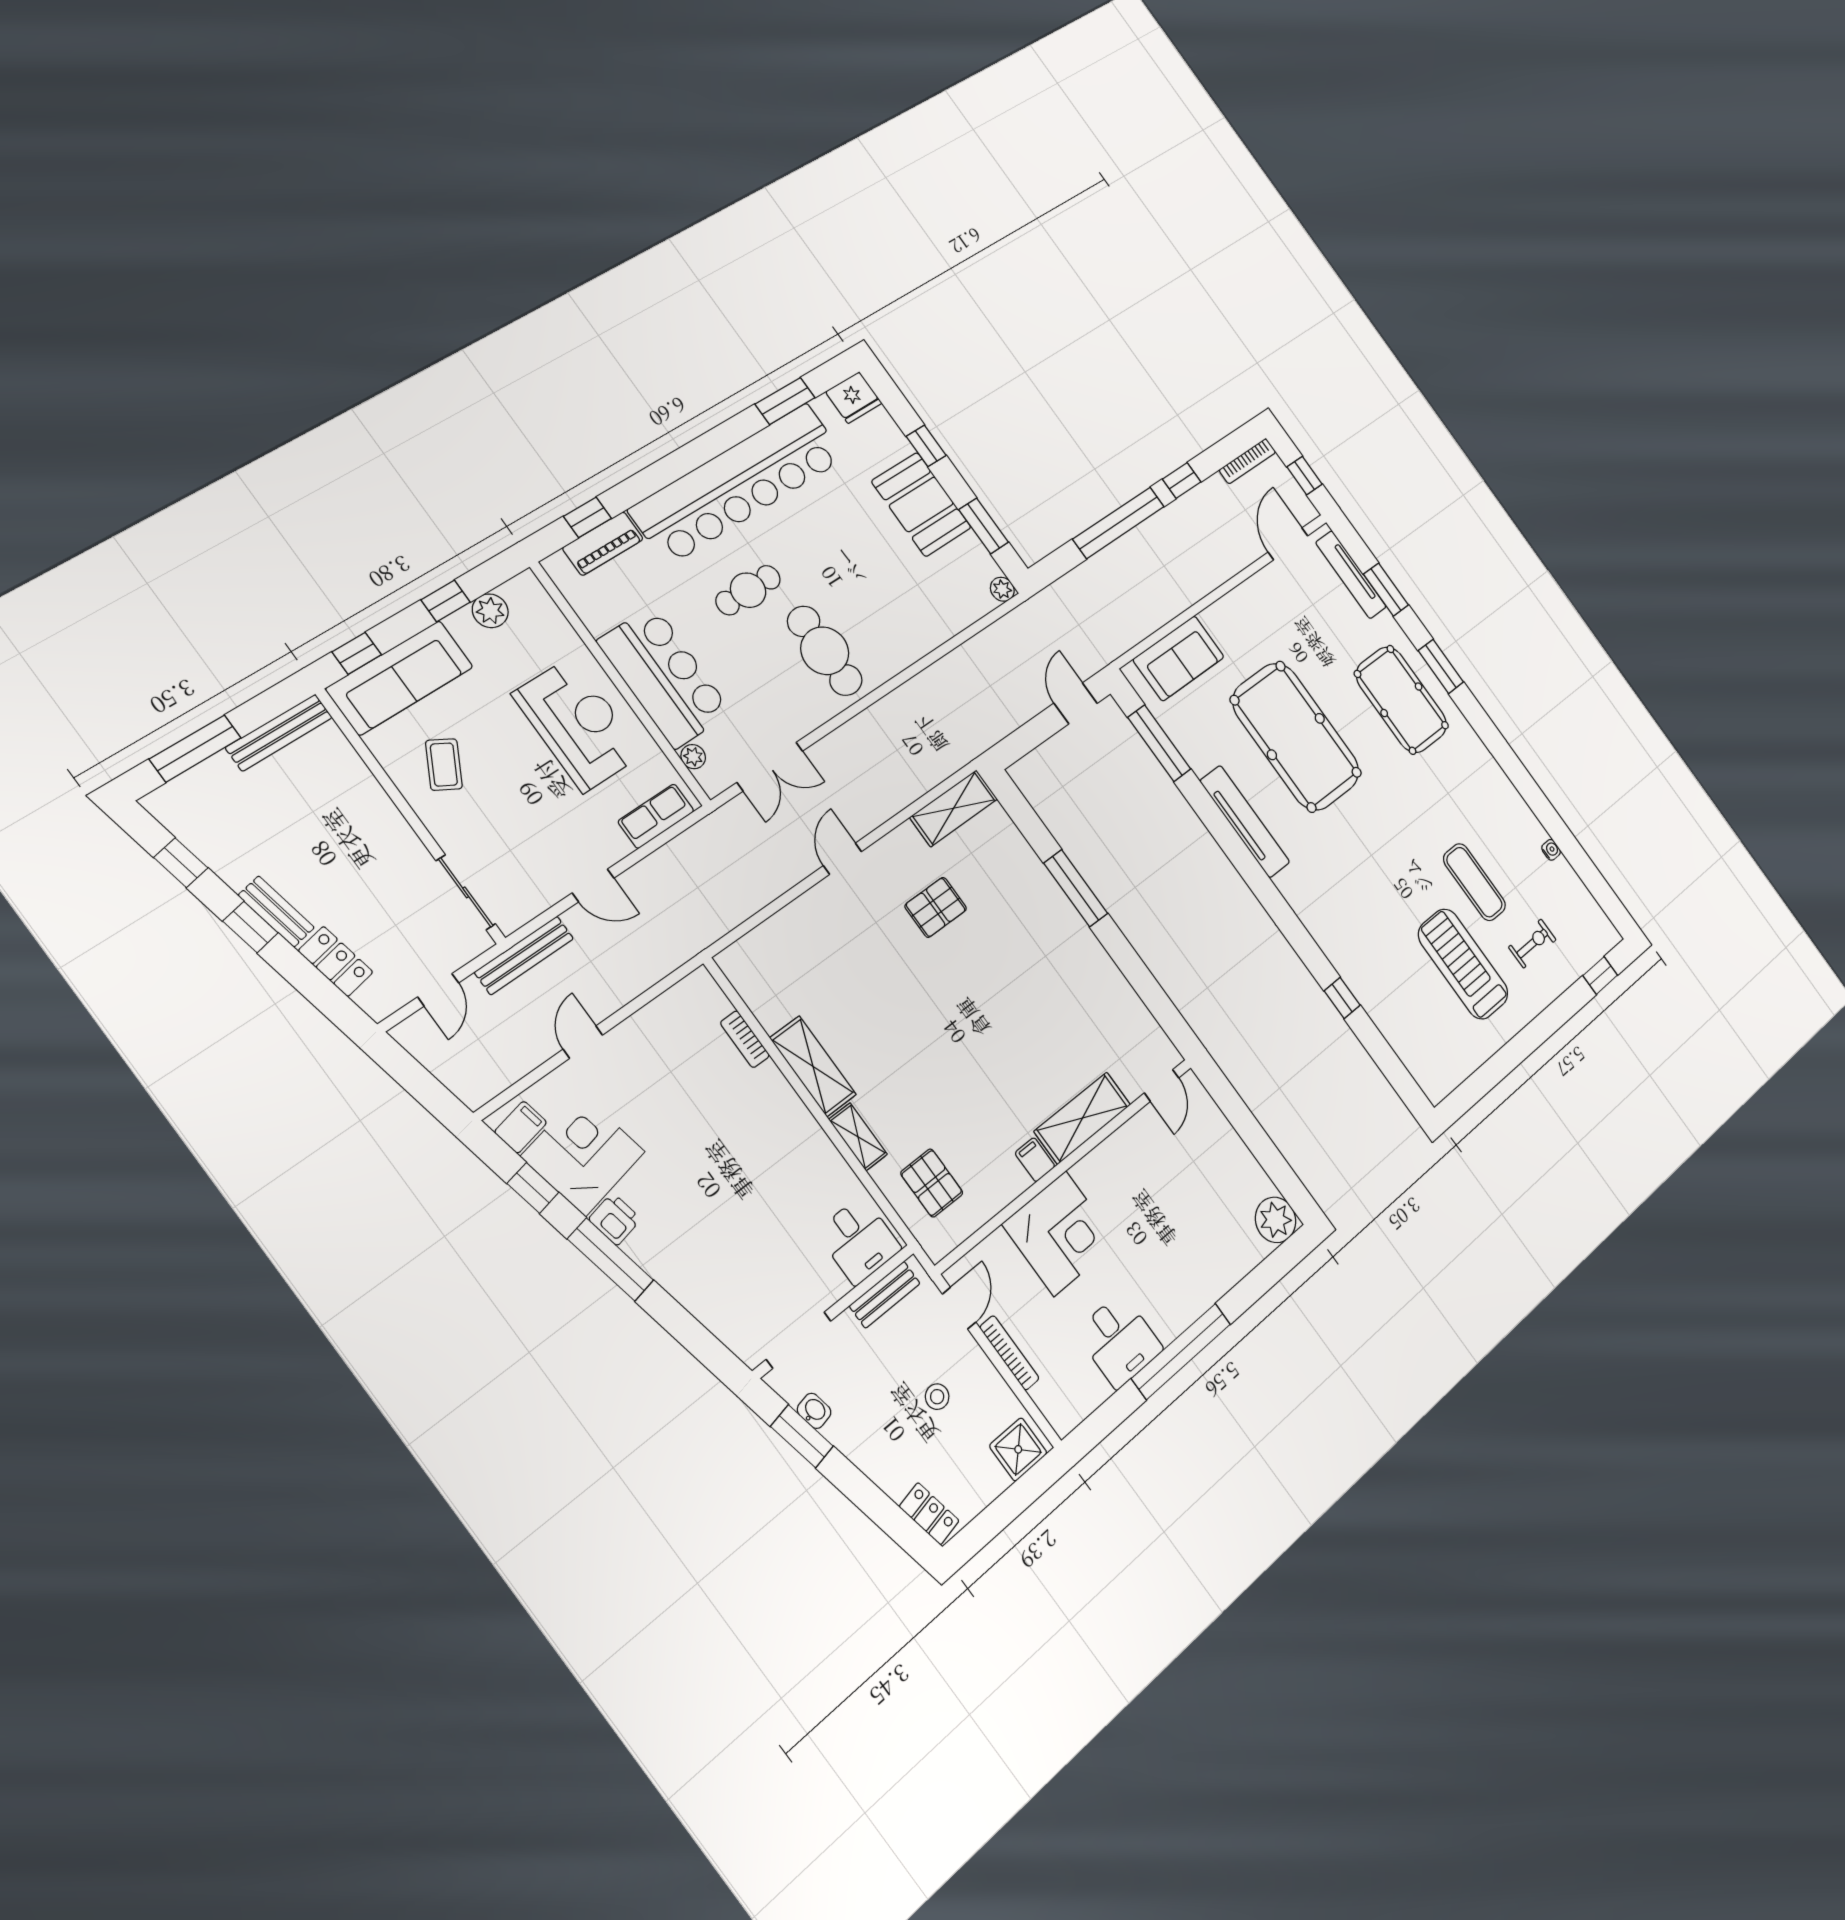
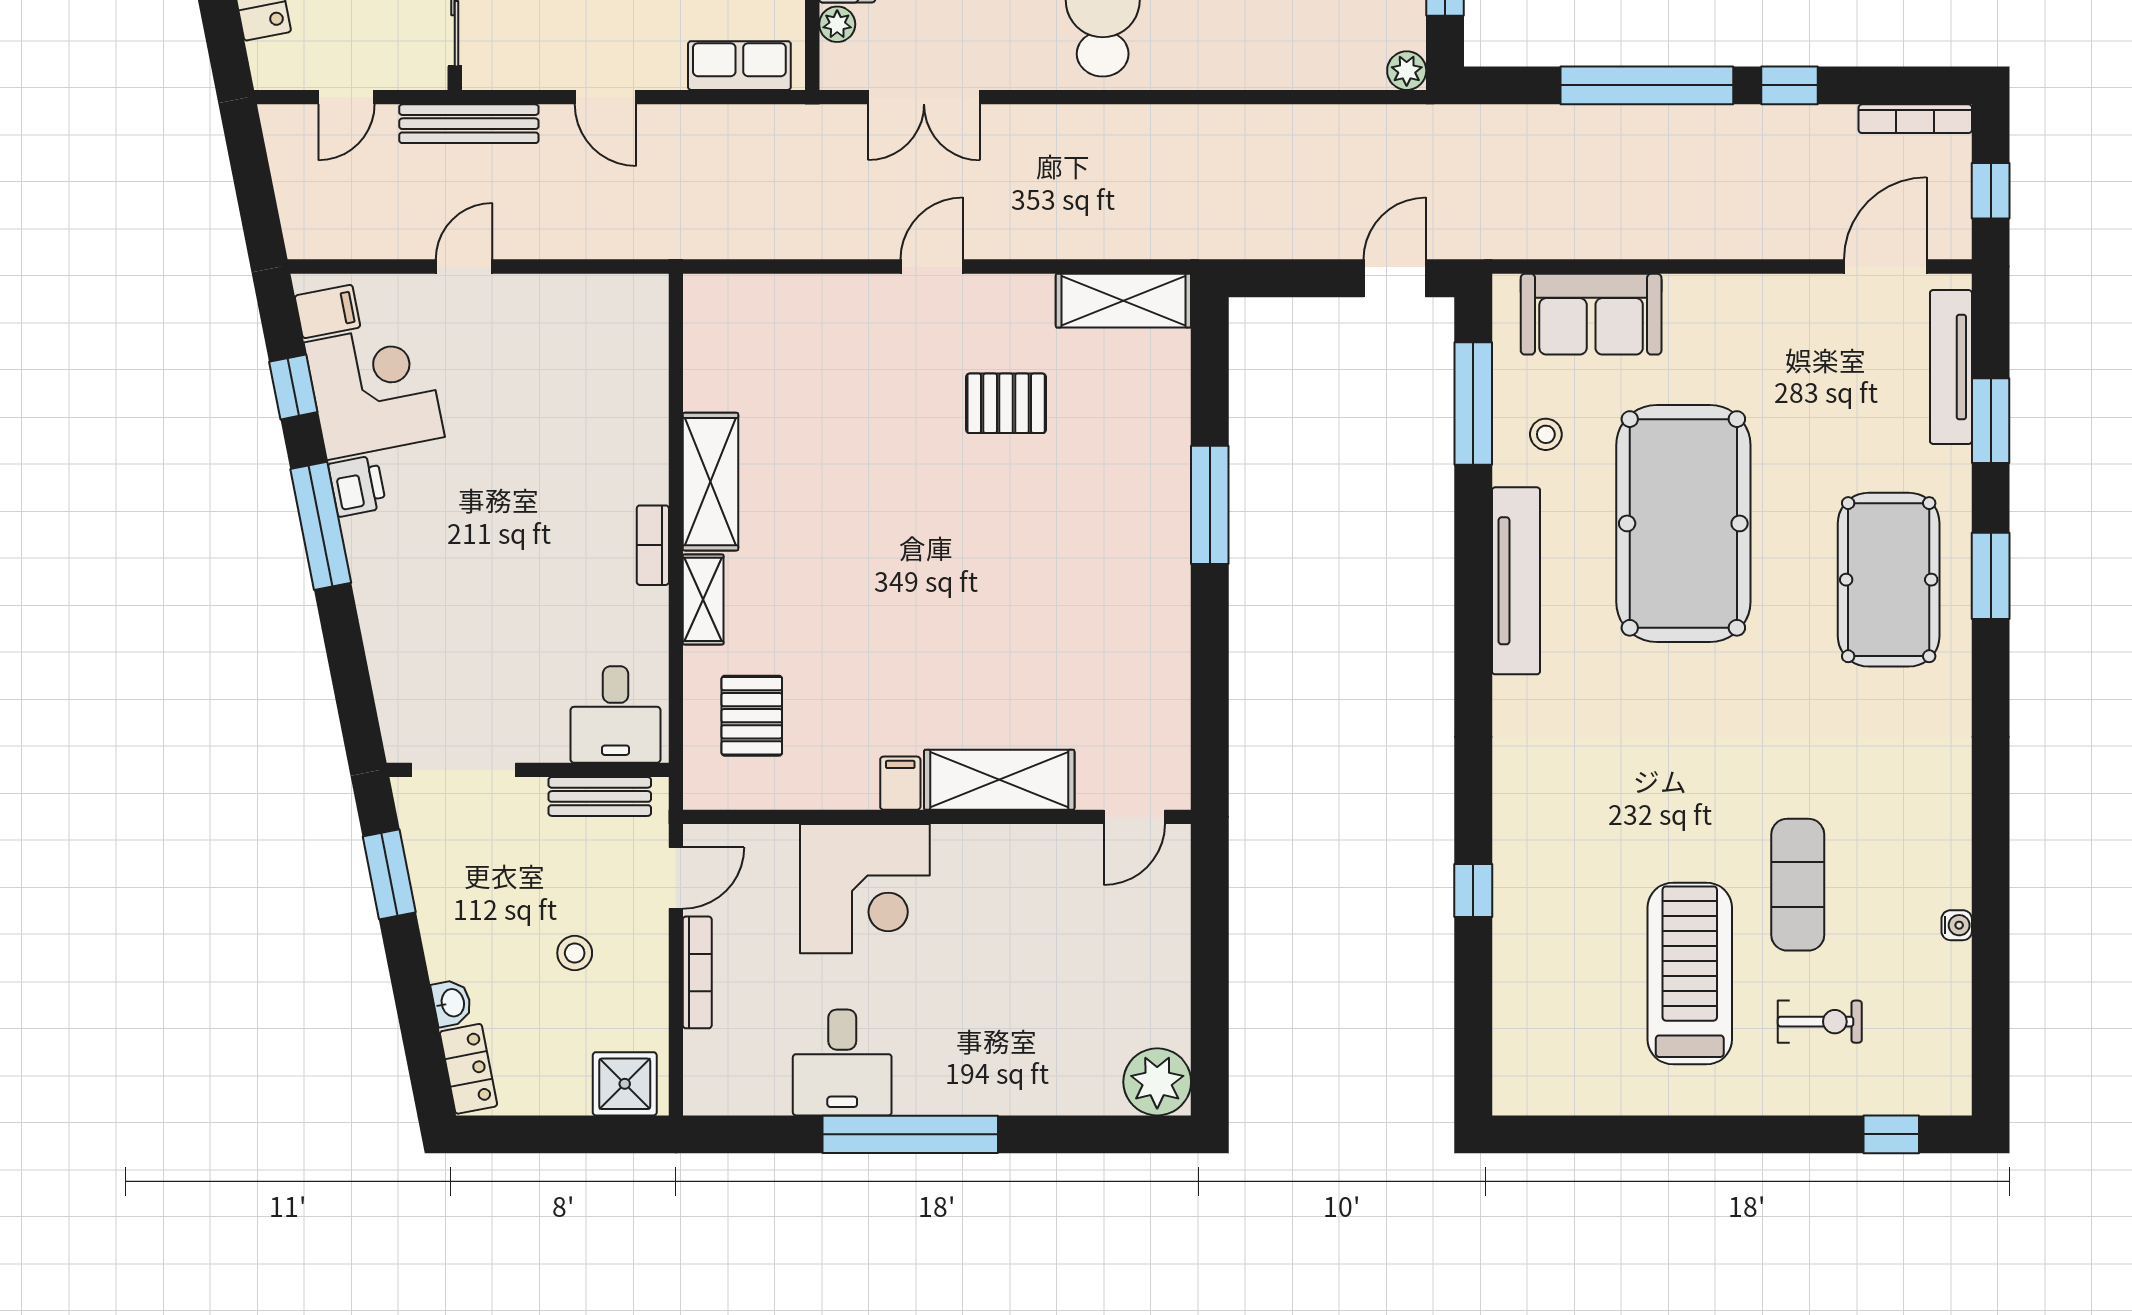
stool: (1203, 735) -> (1546, 434), added
bookcase: (745, 1039) -> (653, 545), moved
washbasin: (814, 1411) -> (452, 1003), moved

